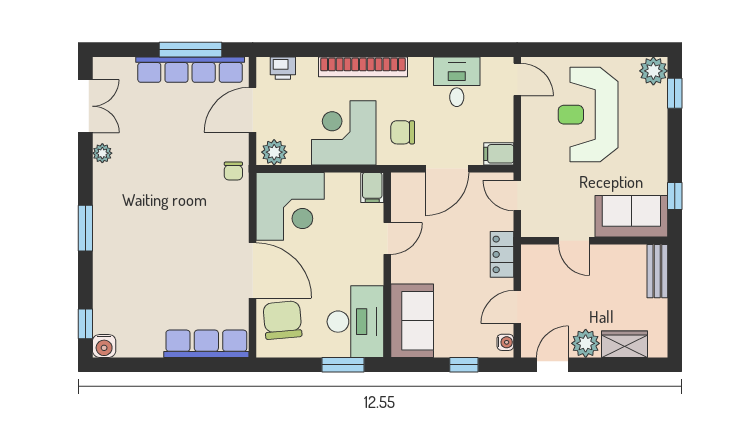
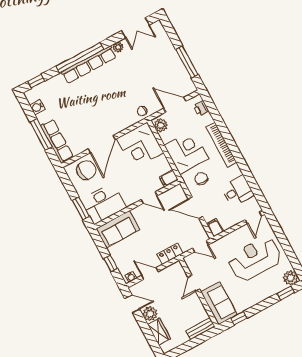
row of seats: (190, 70) -> (89, 65), moved, turned -90
door: (517, 196) -> (200, 246), swing flipped
window: (85, 228) -> (80, 58), width x2.11
water cooler: (104, 346) -> (37, 107), moved
window: (181, 365) -> (41, 135), added

